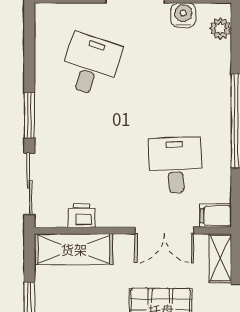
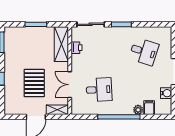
plant: (220, 28) -> (138, 110), moved
filing cabinet: (216, 216) -> (149, 108), moved

